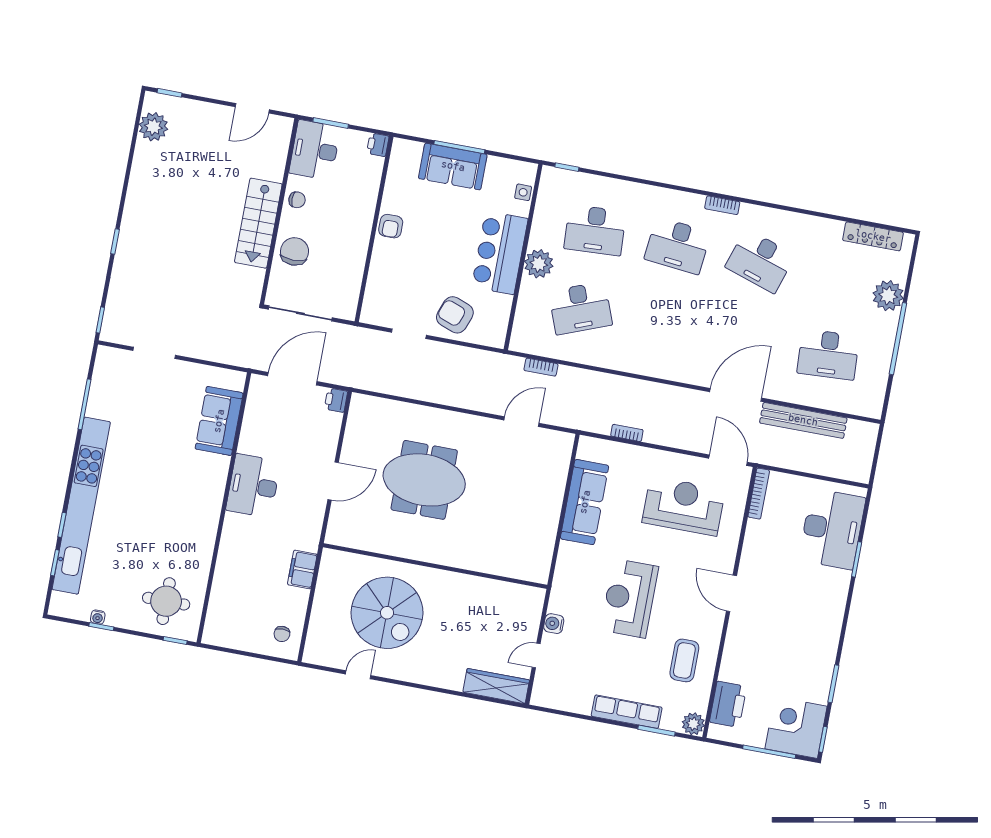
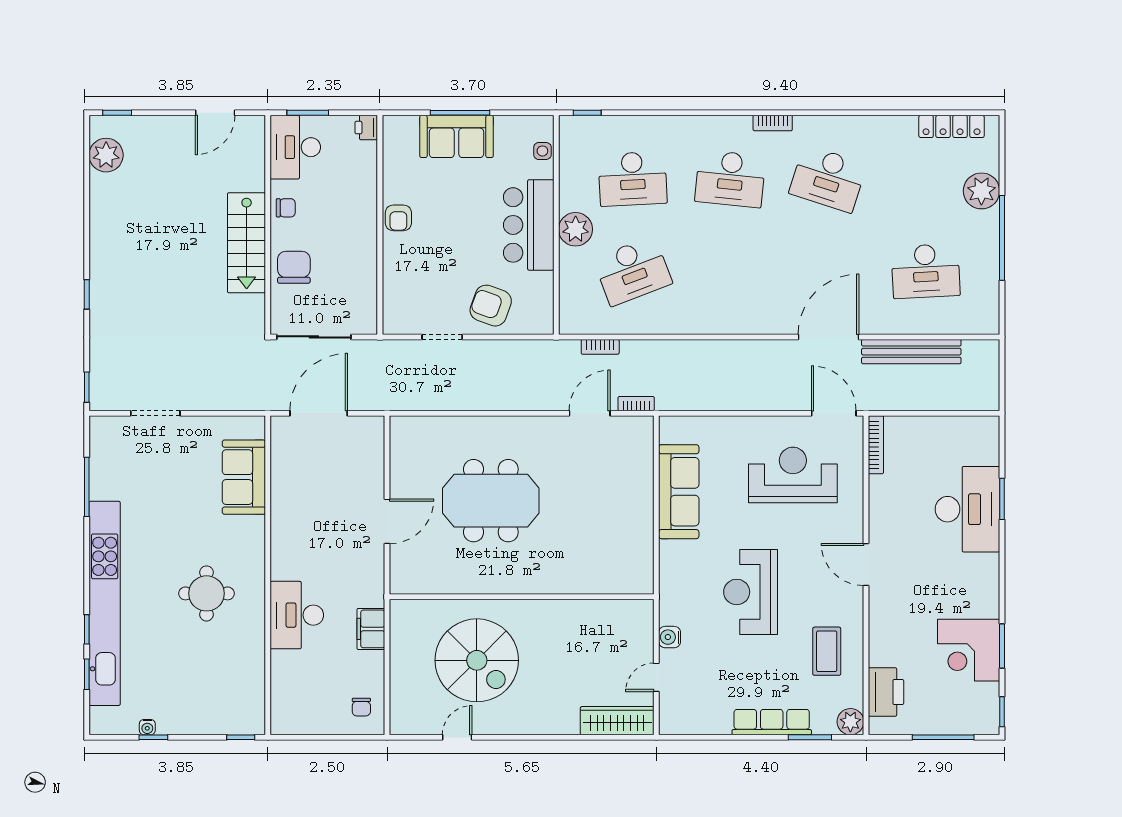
printer: (336, 400) -> (373, 428), removed
bookcase: (627, 433) -> (636, 404), moved
desk: (253, 486) -> (297, 615), moved
desk: (832, 529) -> (967, 509), moved
round table: (166, 601) -> (206, 593), moved
corner desk: (796, 727) -> (969, 650), moved, turned -90

